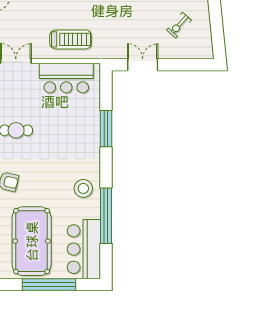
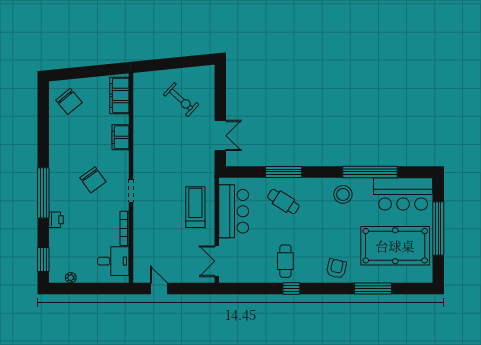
exercise bike: (179, 25) -> (181, 100), width x1.38, depth x1.39
double door: (143, 65) -> (220, 136), swing flipped
cafe table: (76, 128) -> (283, 202), added

